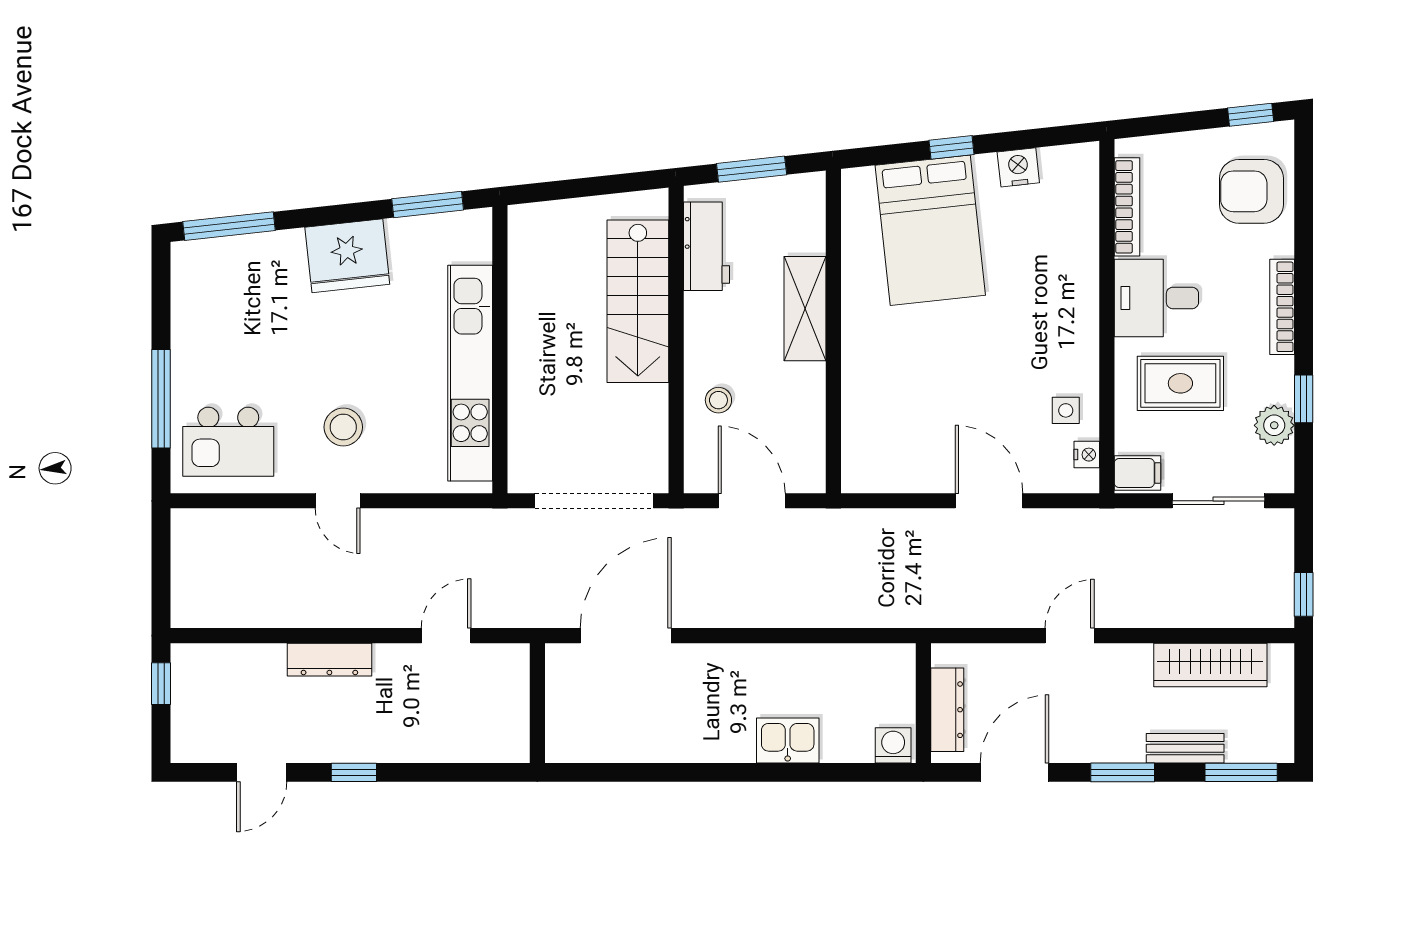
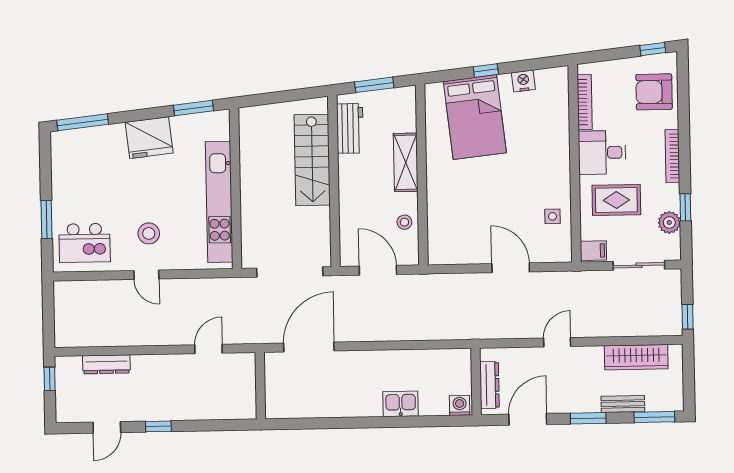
window: (161, 399) -> (46, 220), width x0.69
stool: (718, 400) -> (404, 222), moved
nightstand: (1087, 455) -> (565, 241), removed
dresser: (329, 660) -> (106, 364), moved

